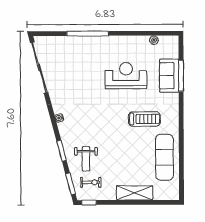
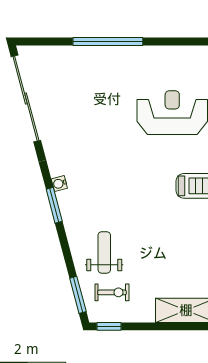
window: (62, 151) -> (54, 205), moved
weight bench: (86, 159) -> (104, 252), turned 180

